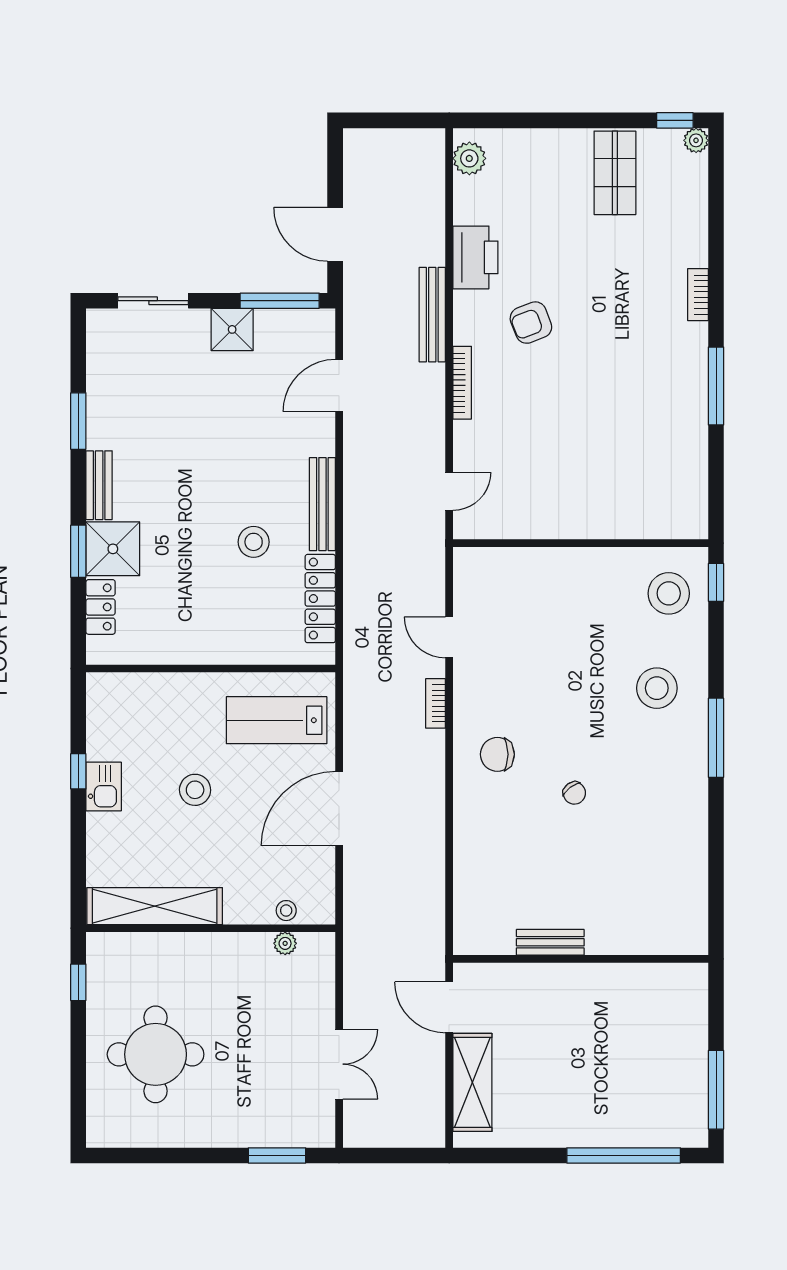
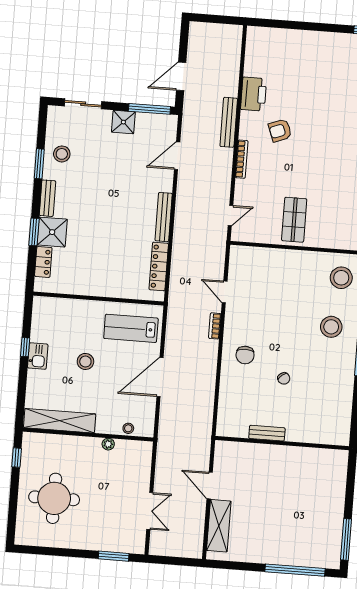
plant: (469, 158) -> (254, 42), removed
shop shelf: (615, 173) -> (294, 220), moved
door: (335, 234) -> (181, 76), hinge flipped
stool: (254, 542) -> (62, 154), moved
chair: (497, 754) -> (245, 355), turned -90
bench: (550, 942) -> (267, 433), moved
plant: (285, 943) -> (108, 444), moved
wall: (581, 959) -> (282, 443), moved

